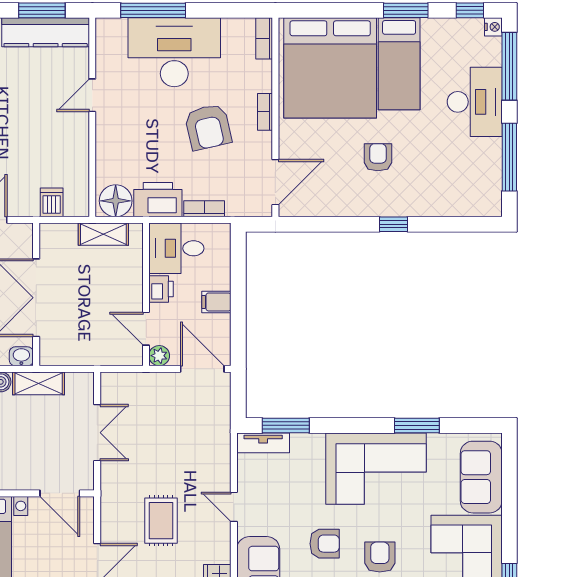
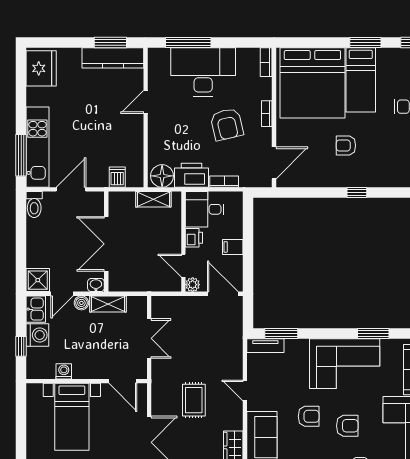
armchair: (378, 157) -> (346, 145), turned -90
armchair: (380, 557) -> (347, 426), turned 90

